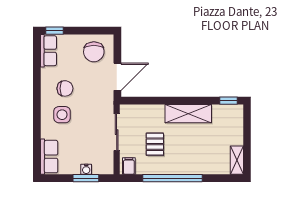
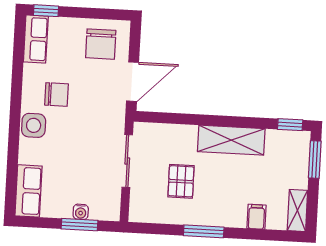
side table: (62, 115) -> (34, 125), moved
window: (247, 124) -> (315, 160), added
filing cabinet: (129, 166) -> (256, 217), moved
window: (172, 178) -> (204, 231), width x0.47

